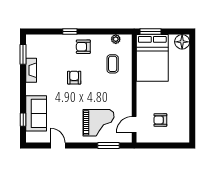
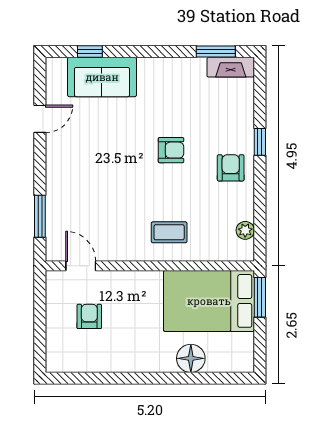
floor lamp: (182, 42) -> (191, 358), moved
coffee table: (113, 64) -> (169, 232), moved
fireplace: (31, 70) -> (231, 67), moved
grand piano: (98, 123) -> (84, 197), removed

